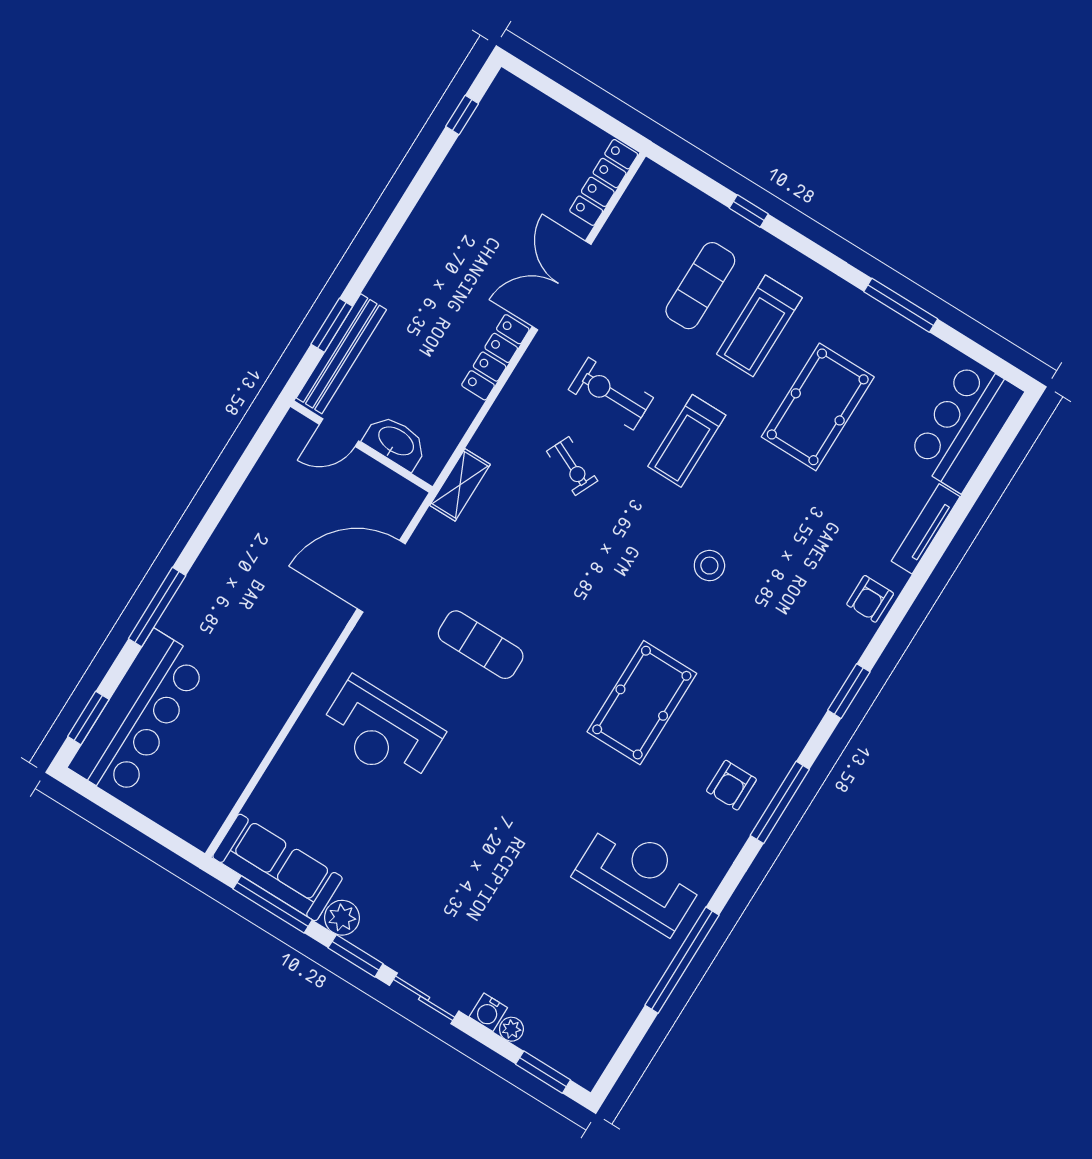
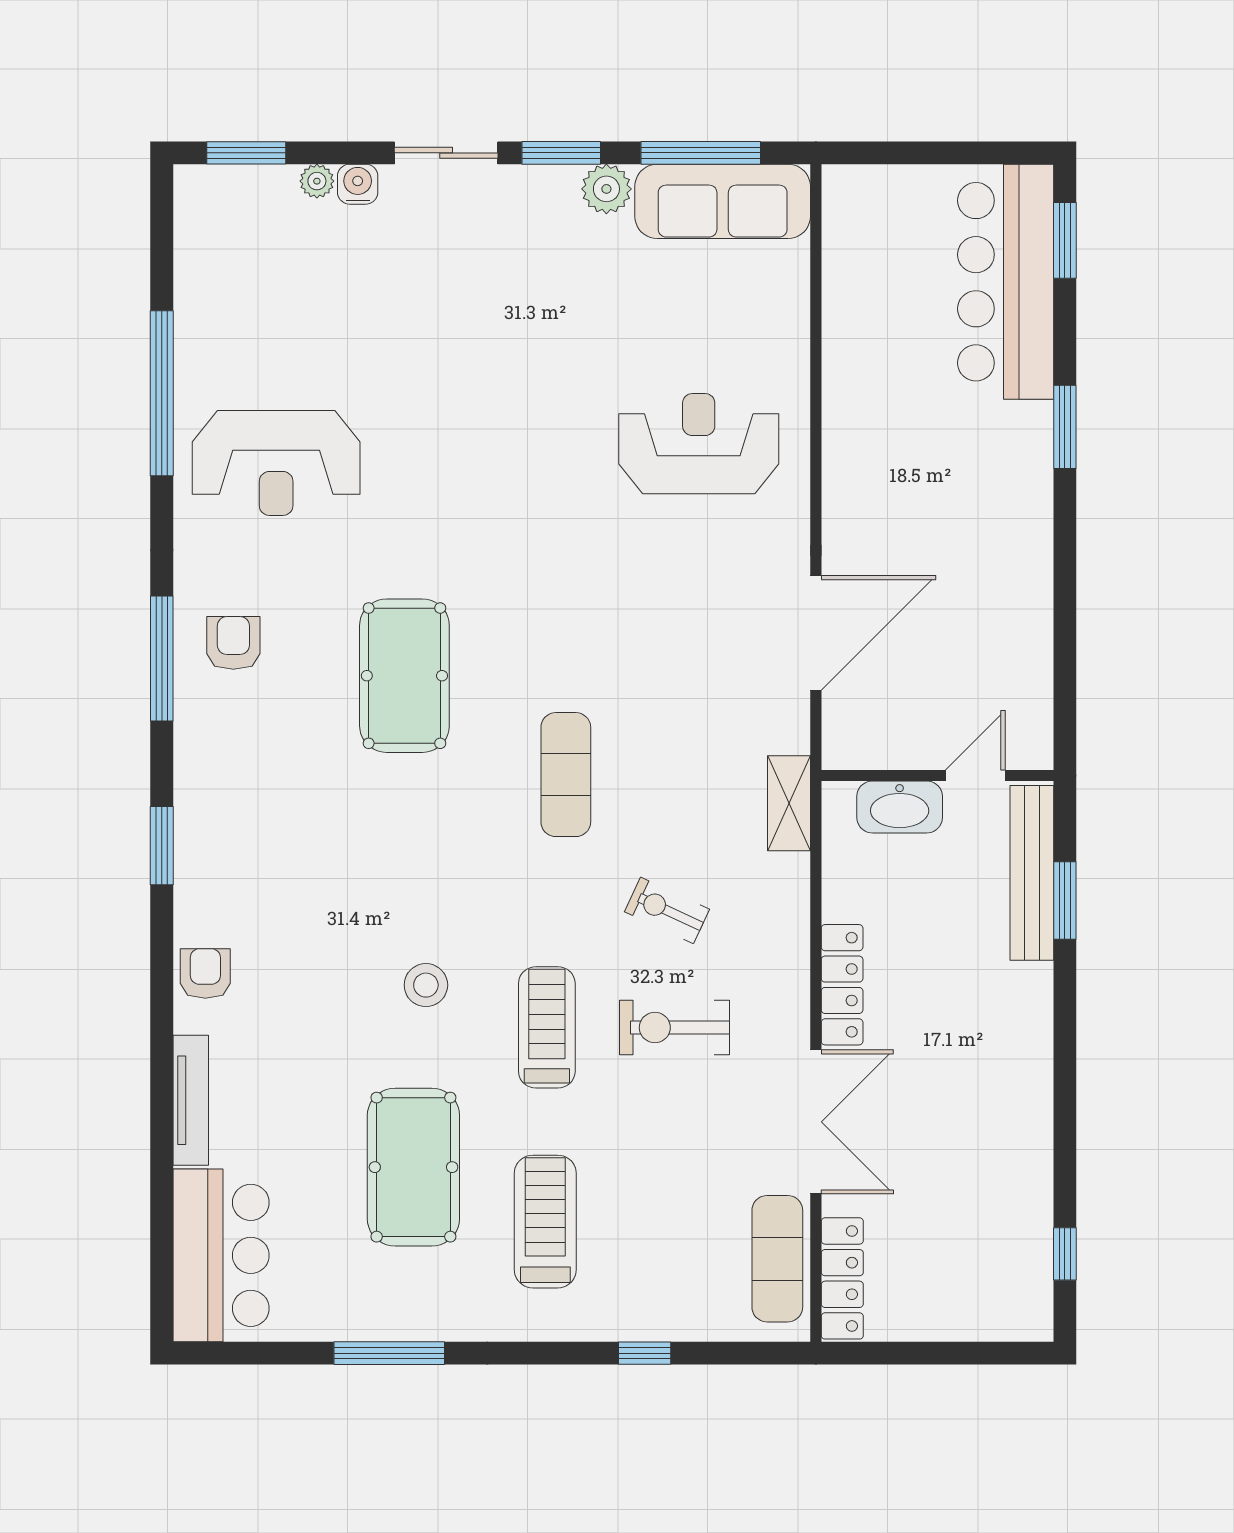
exercise mat: (700, 286) -> (777, 1259), moved
exercise bike: (611, 394) -> (675, 1028), turned 180
stool: (709, 566) -> (426, 985), moved
window: (157, 607) -> (1065, 427), width x0.69
exercise mat: (481, 645) -> (566, 775), moved, turned 90

